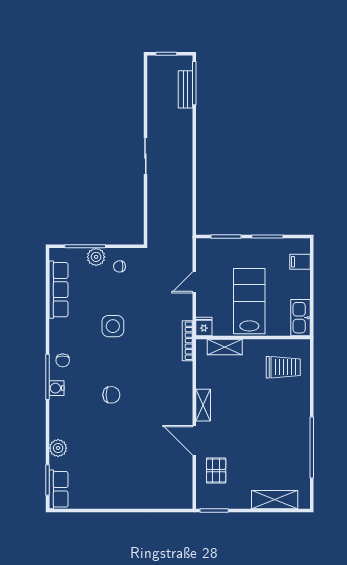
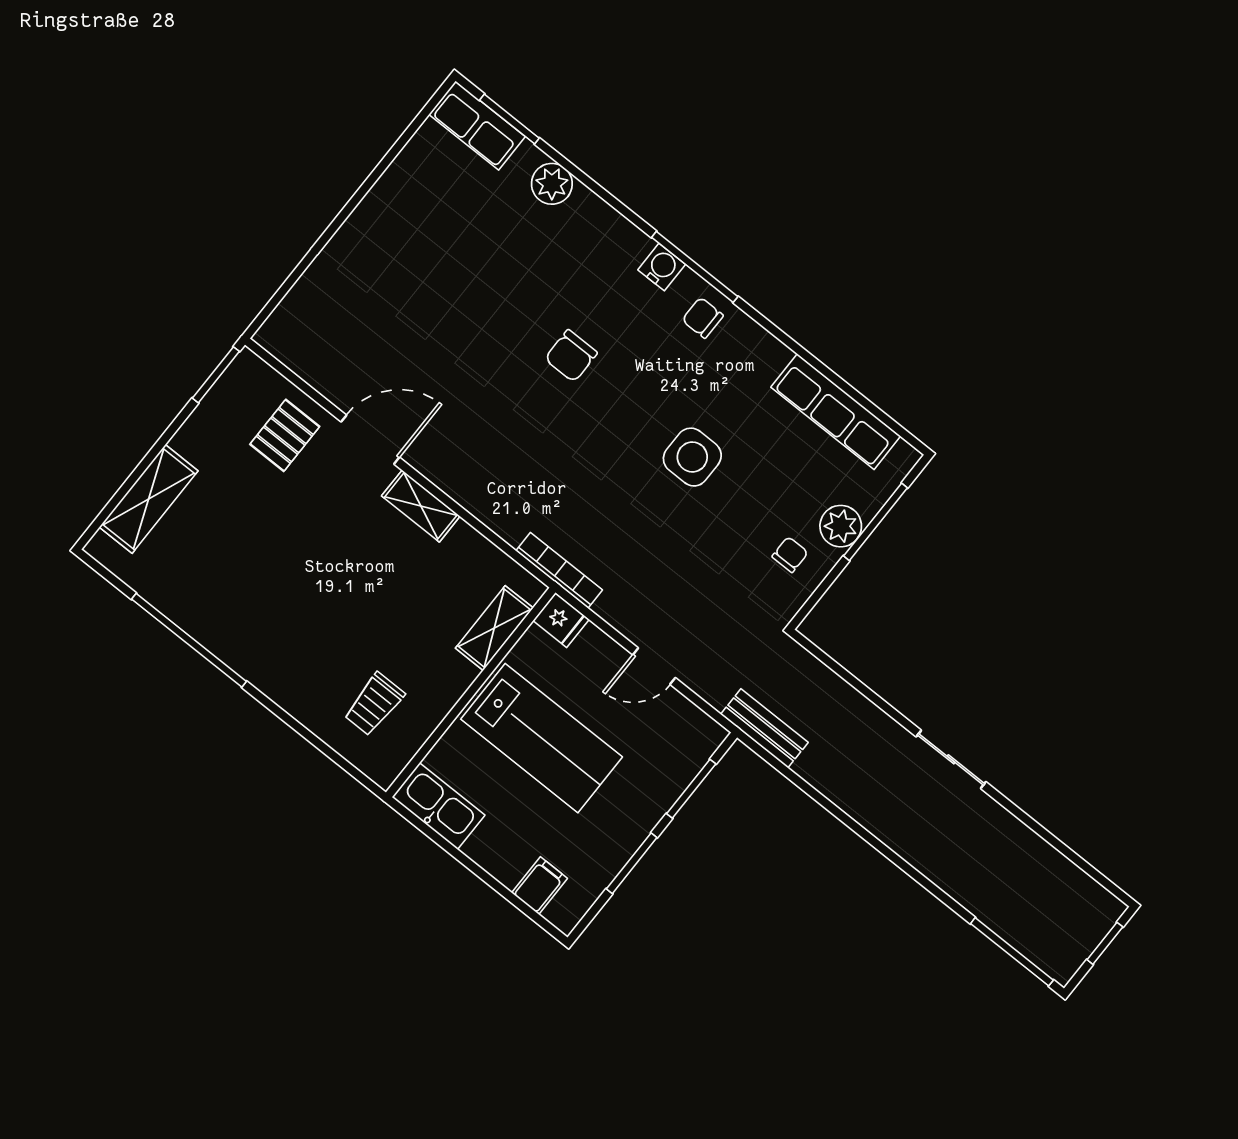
bench: (186, 89) -> (764, 728), moved
door: (194, 282) -> (654, 666), swing flipped
trolley: (283, 367) -> (374, 704), width x0.73, depth x0.72
pallet: (216, 471) -> (285, 435), turned 90

